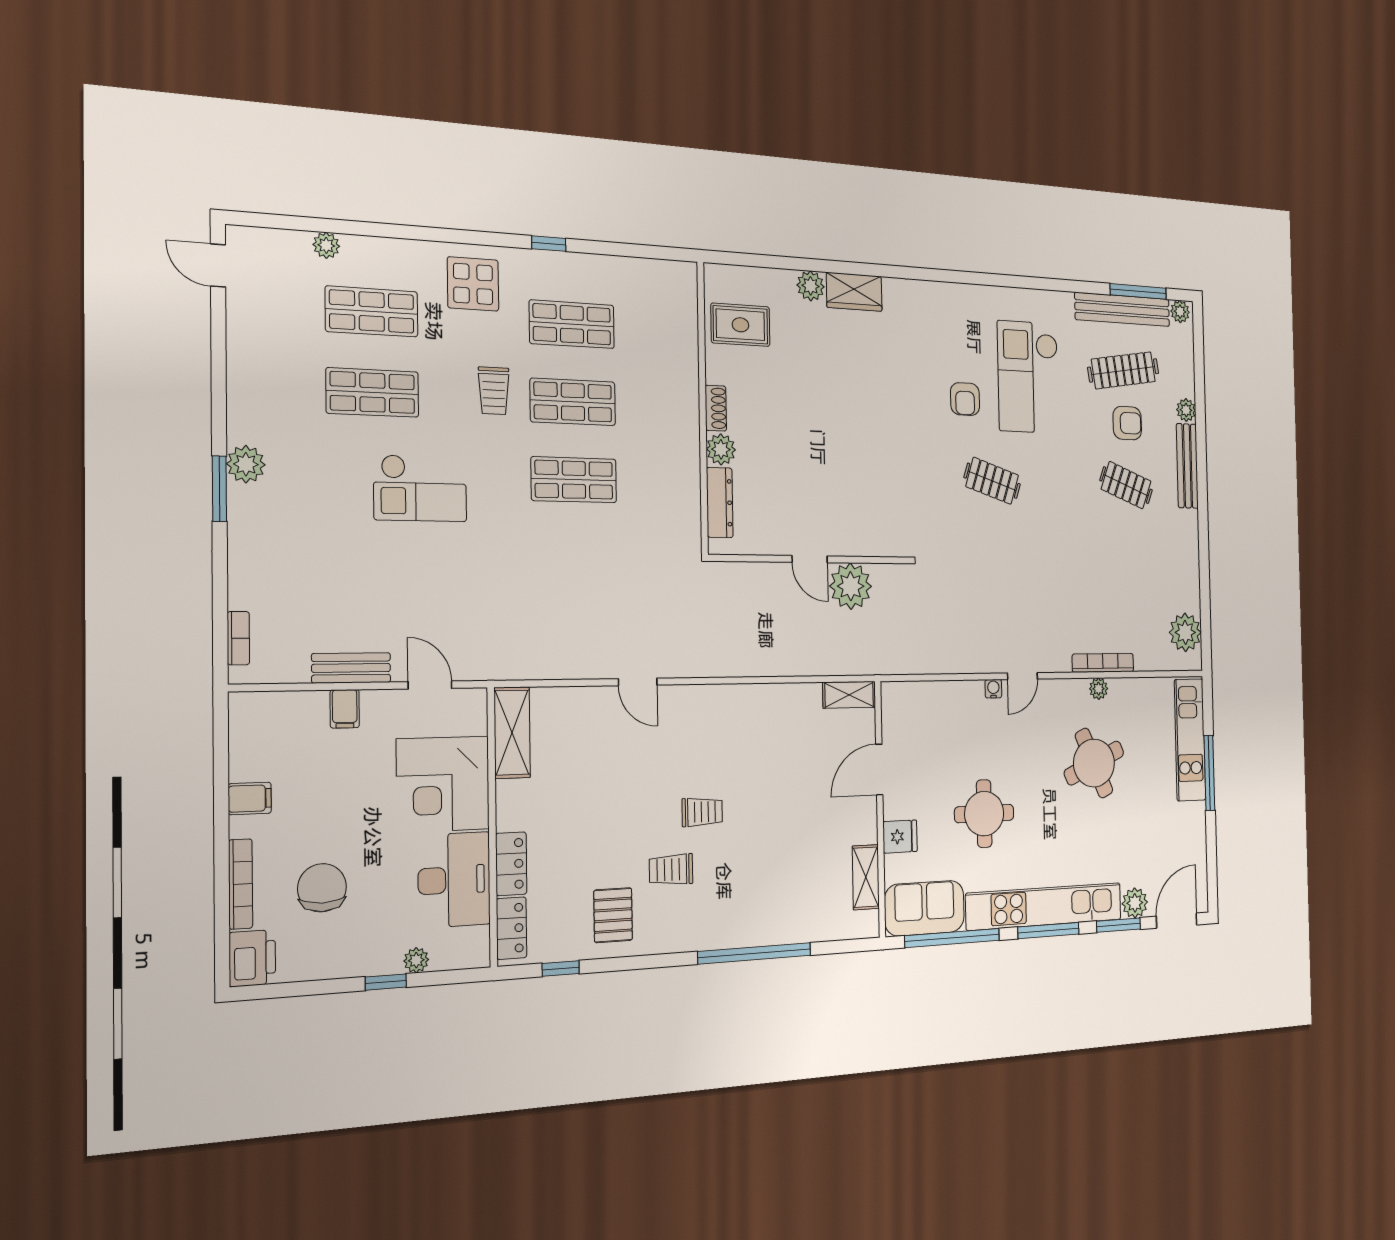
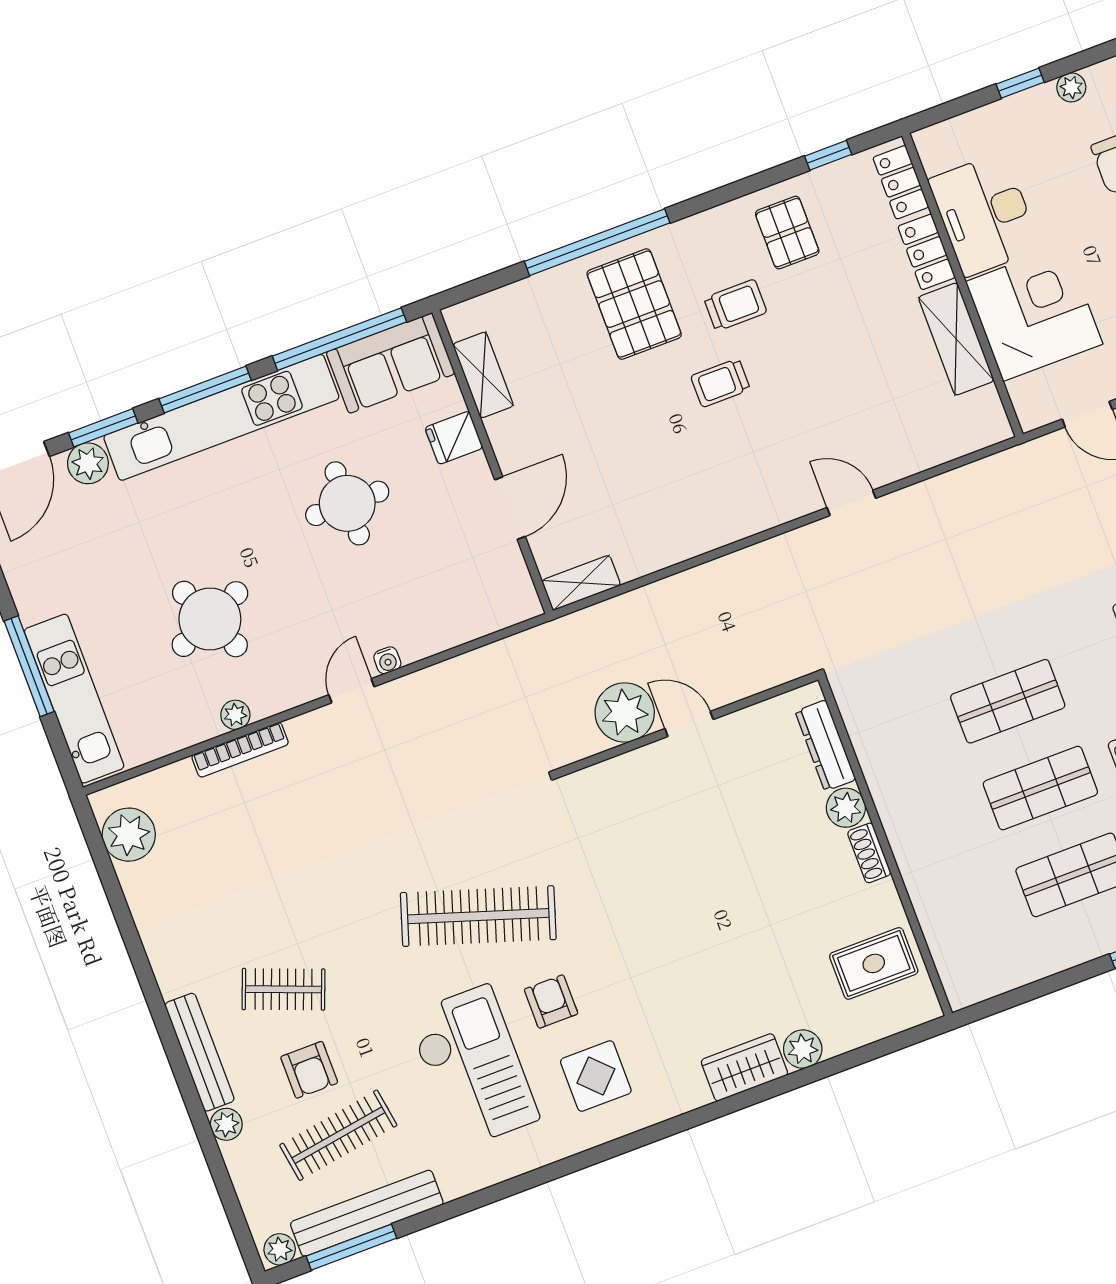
display table: (953, 333) -> (596, 1076), added
armchair: (1127, 423) -> (309, 1070), turned -90
clothes rail: (992, 481) -> (478, 916), width x1.86, depth x1.31
shelving: (512, 733) -> (956, 339), moved
pallet: (744, 896) -> (634, 304), added
plant: (416, 960) -> (1071, 87), moved

